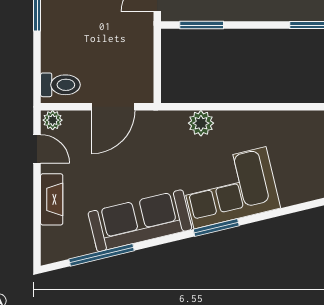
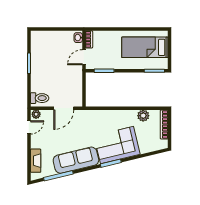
plant: (201, 123) -> (143, 116), moved
door: (37, 149) -> (29, 127), hinge flipped
fireplace: (52, 199) -> (36, 161), moved

